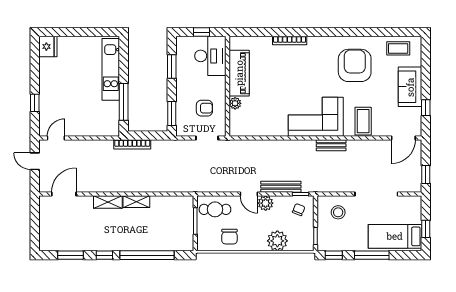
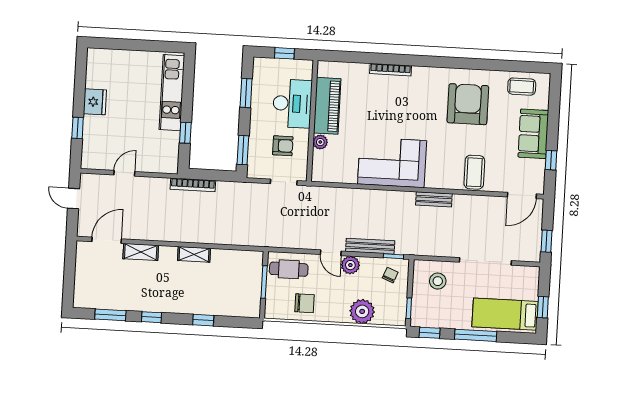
fridge: (48, 47) -> (95, 102), moved
desk: (210, 56) -> (292, 104), moved
window: (124, 102) -> (185, 133), width x0.46
corner sofa: (316, 117) -> (392, 162), moved
door: (56, 138) -> (124, 173), moved
shelving: (108, 202) -> (141, 252), moved
chair: (229, 237) -> (304, 303), turned -90
window: (147, 255) -> (203, 320), width x0.32

